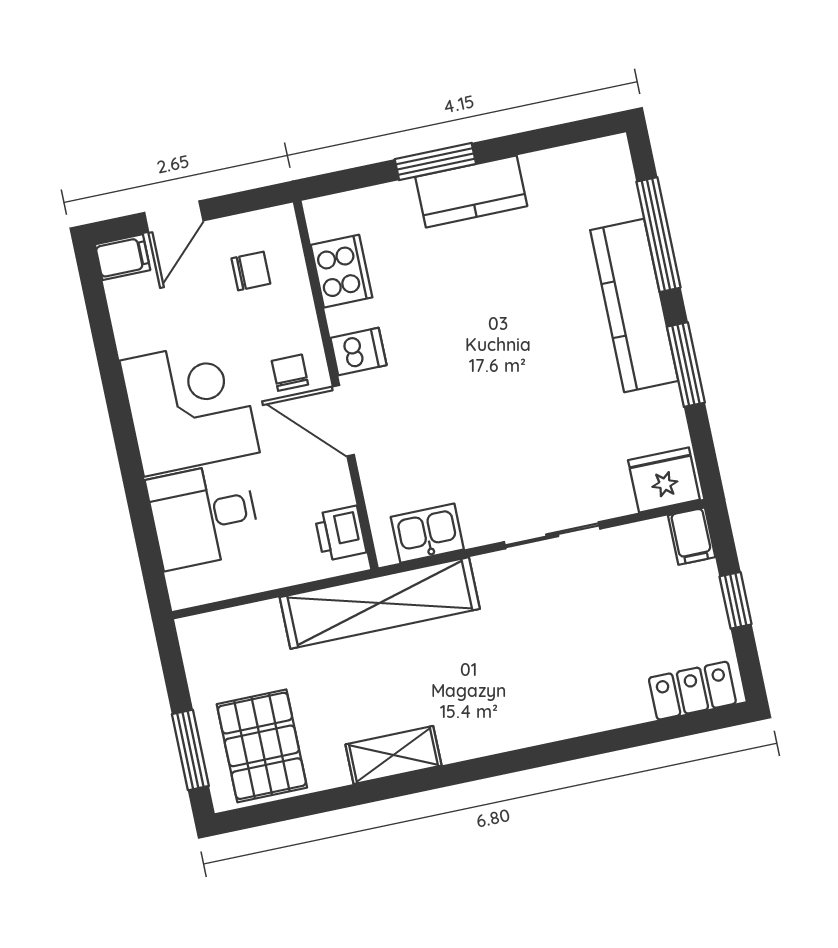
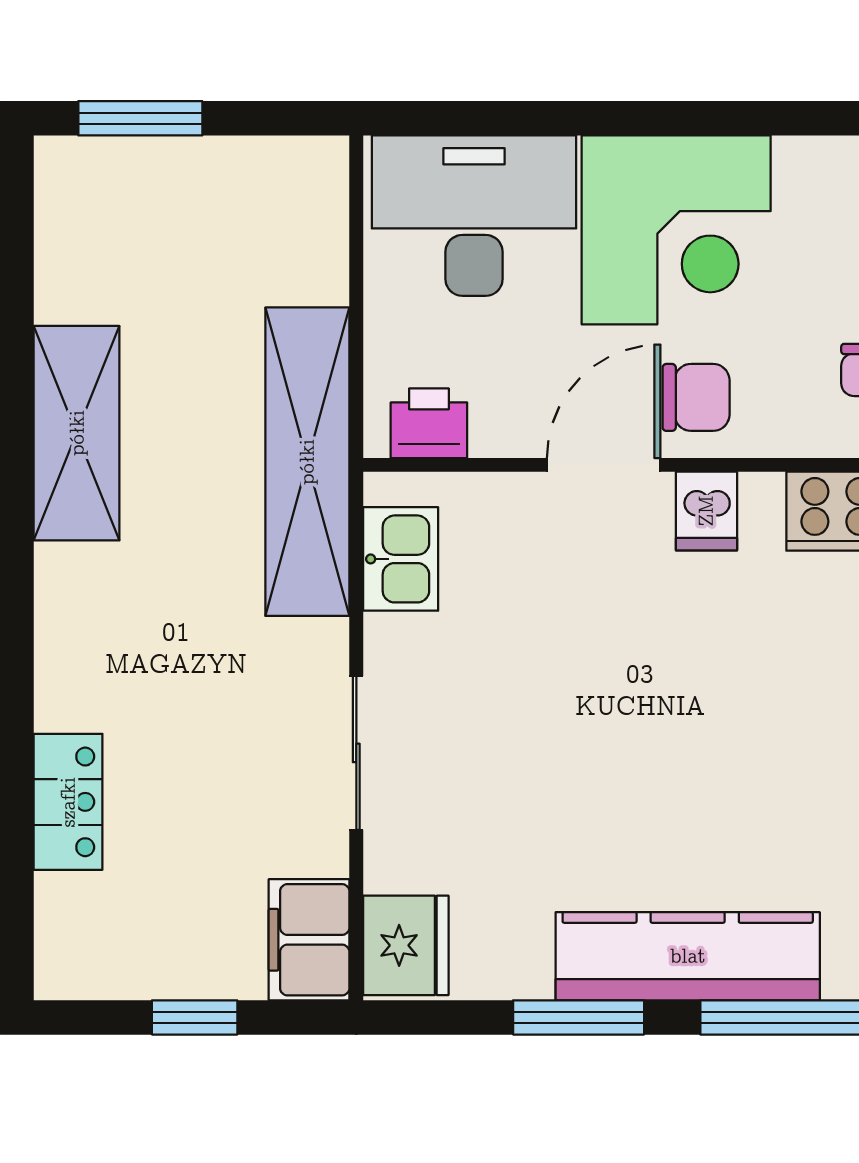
chair: (290, 373) -> (696, 397), width x1.37, depth x1.37
desk: (203, 515) -> (474, 216), width x1.37
filing cabinet: (692, 536) -> (309, 940), width x2.00
locker: (692, 691) -> (68, 802), moved
pallet: (262, 746) -> (123, 231), removed
shelving: (393, 755) -> (77, 433), width x1.50, depth x1.33

